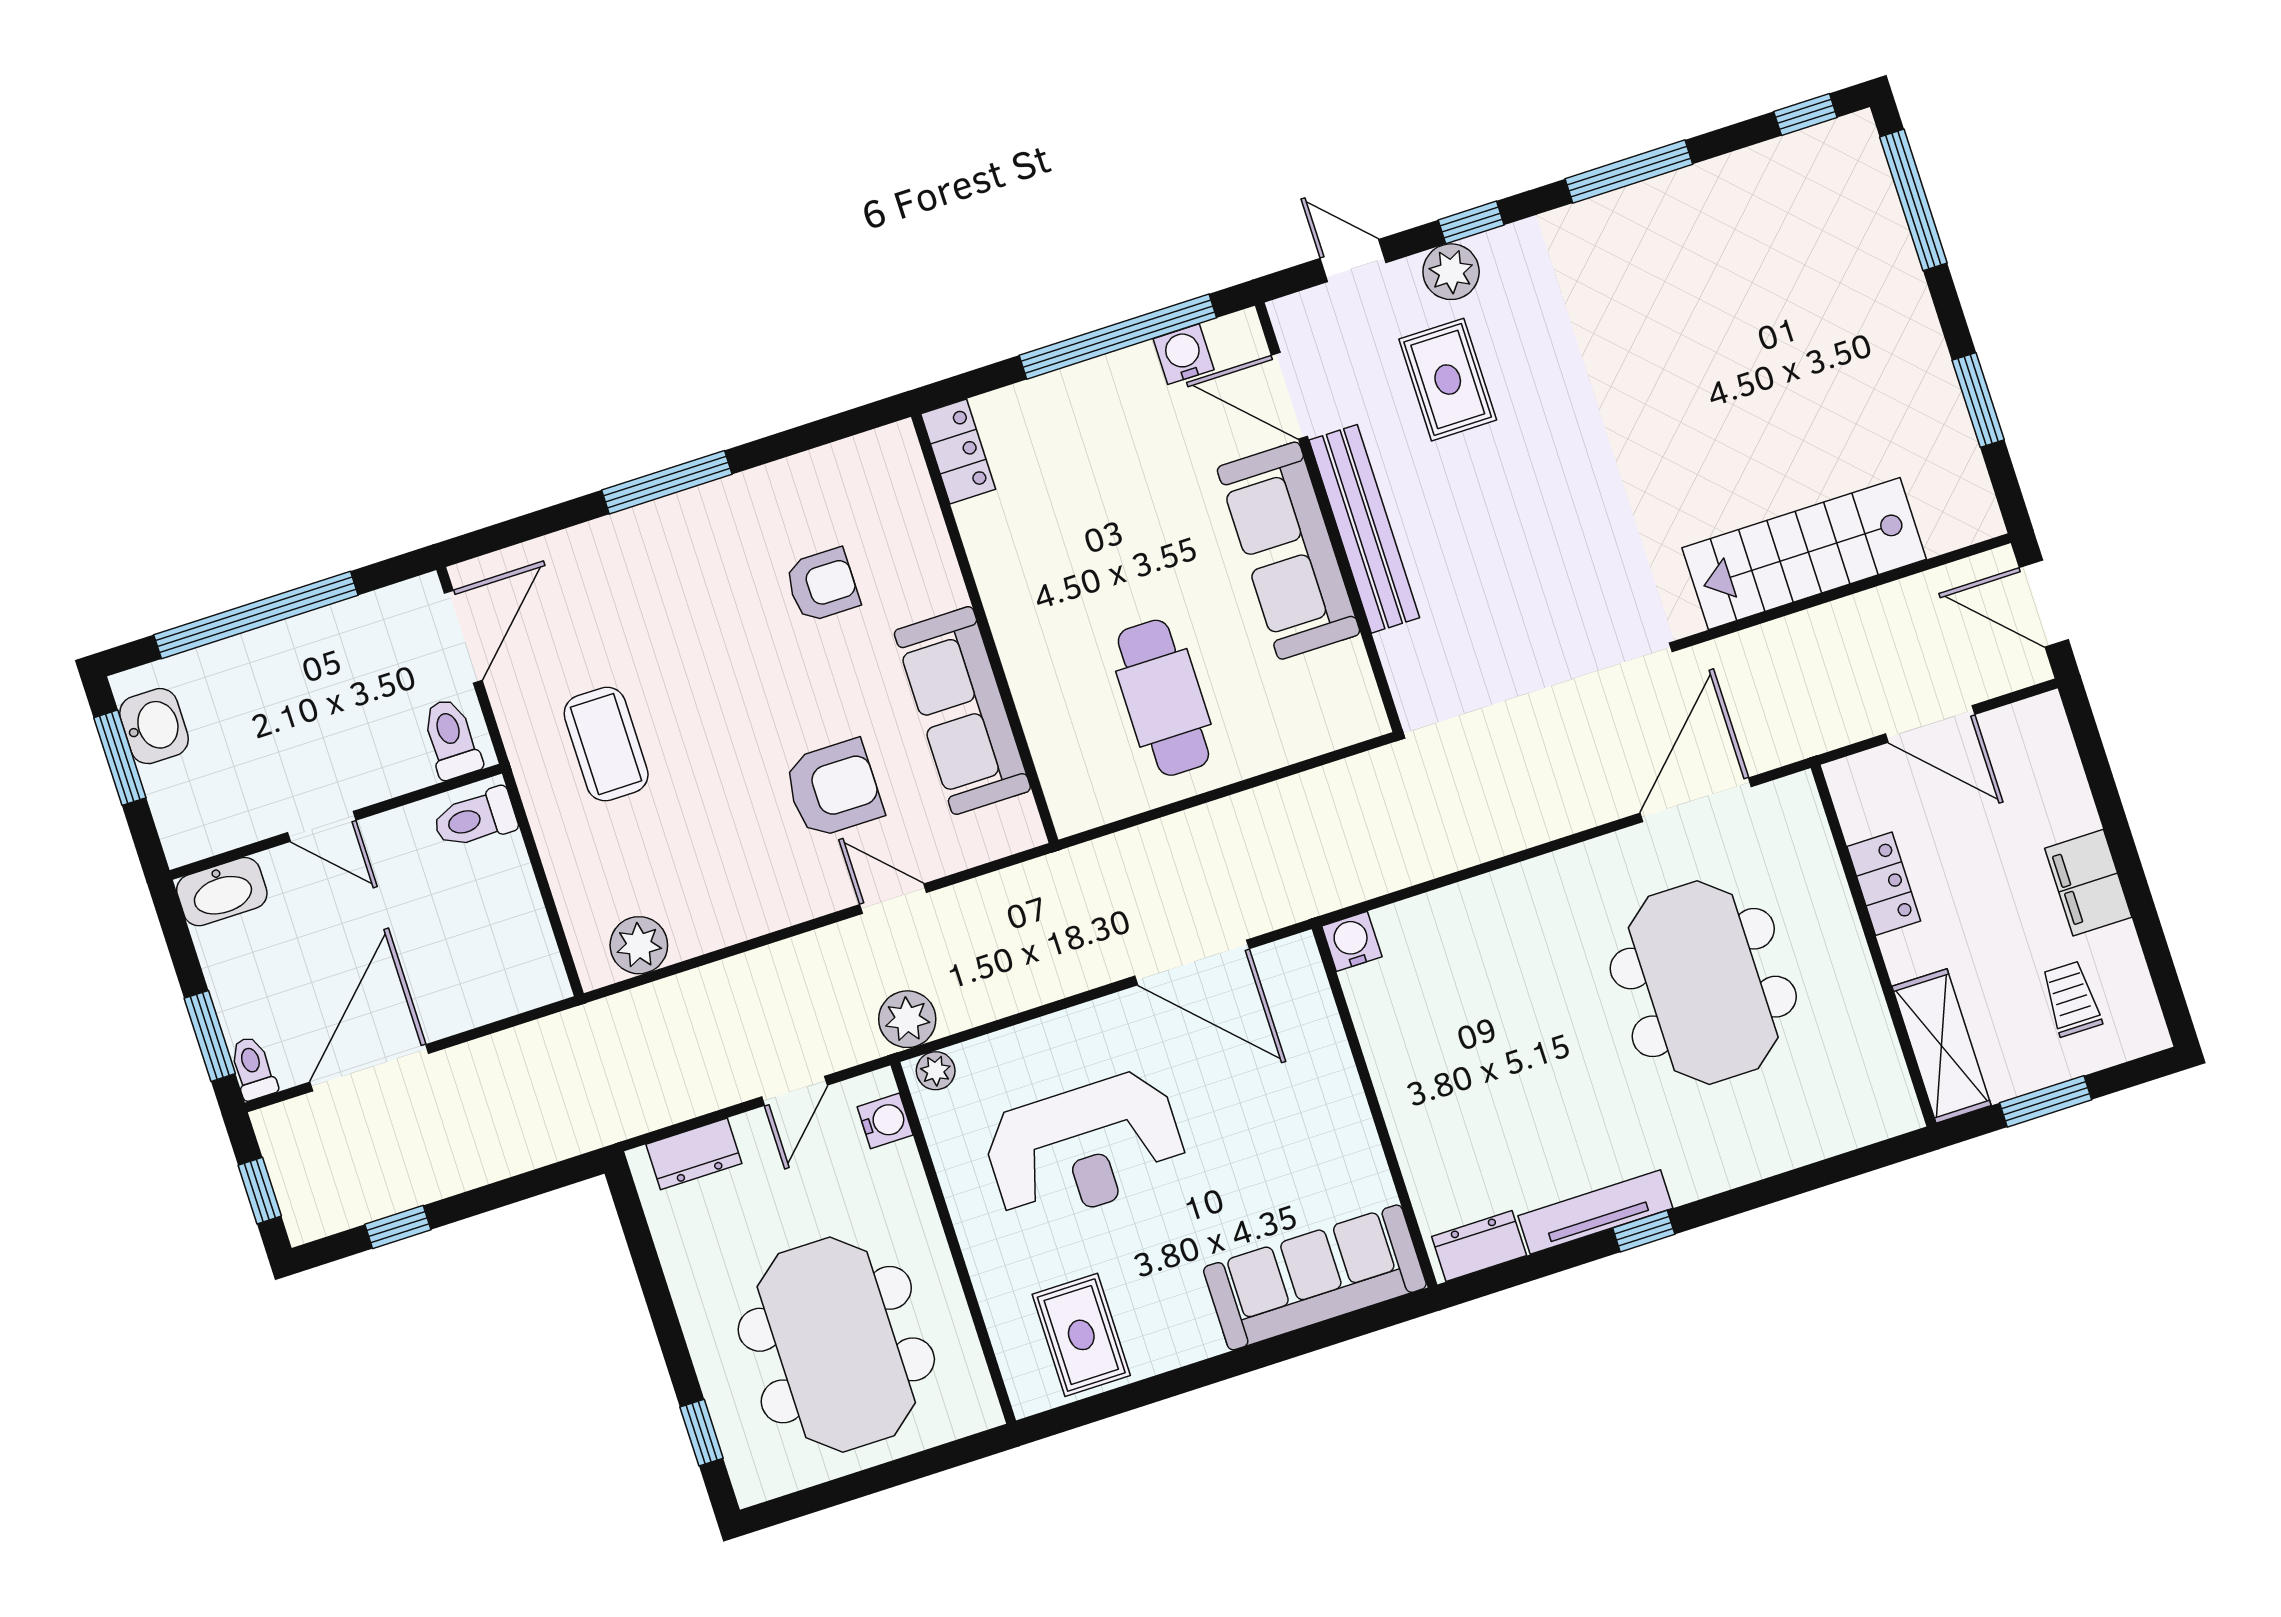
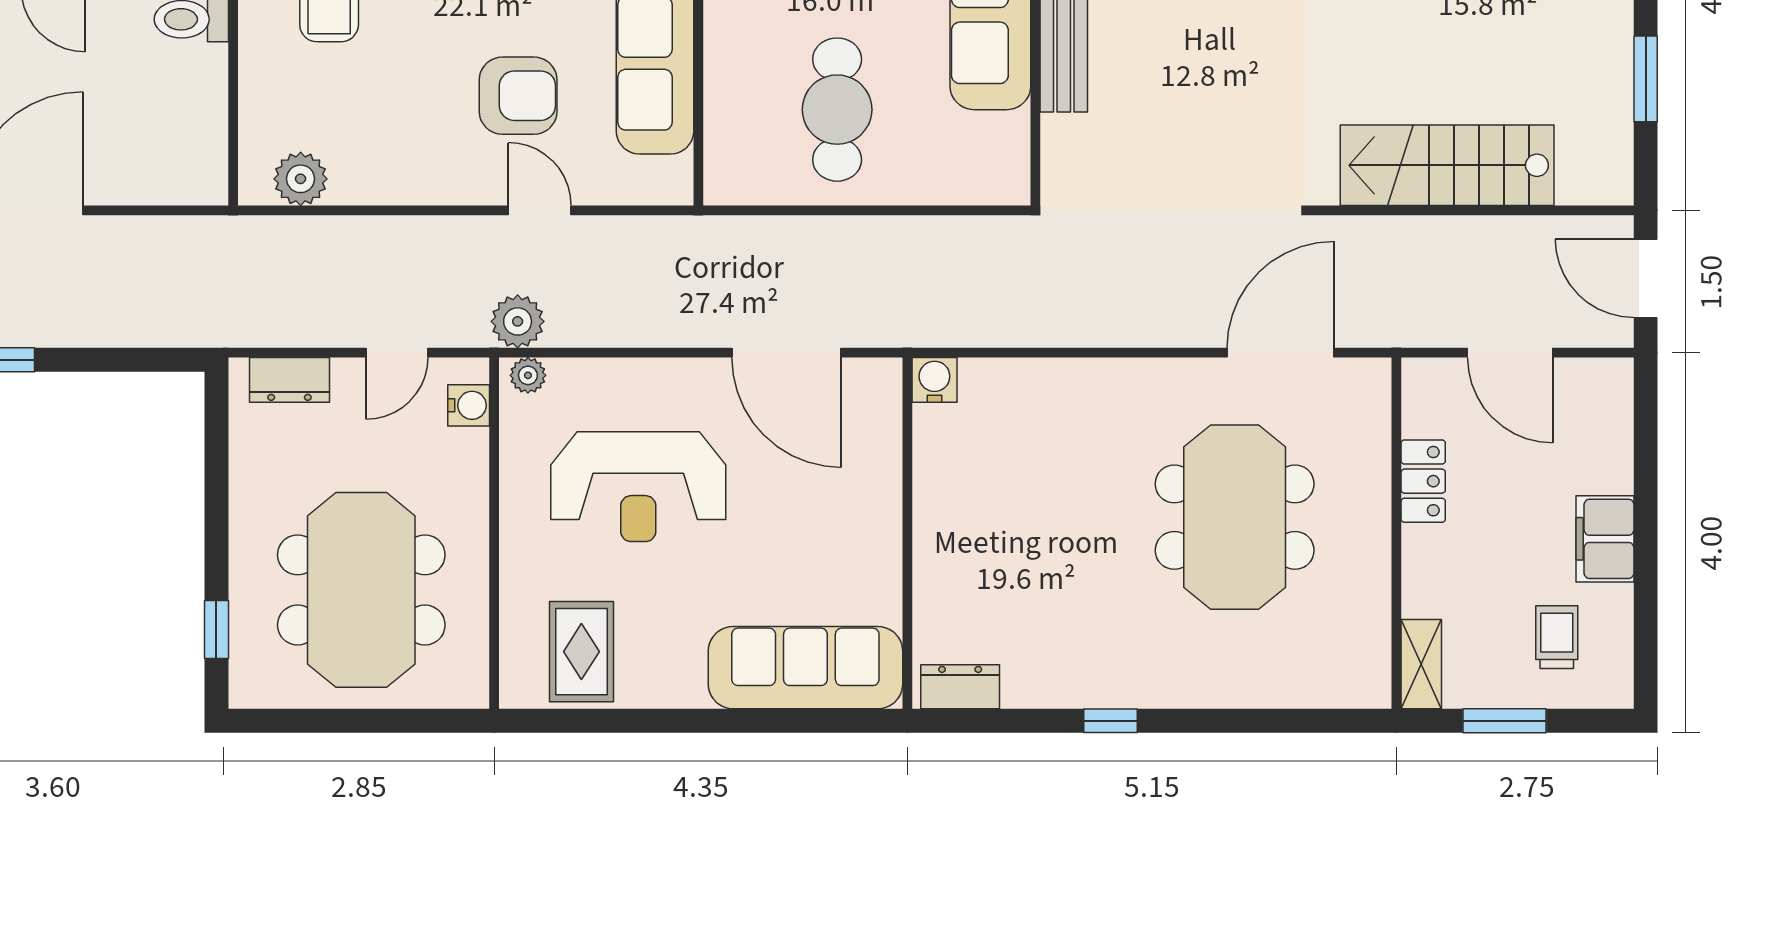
shelving: (1941, 1046) -> (1421, 664), width x0.67, depth x0.75
tv unit: (1595, 1212) -> (1073, 690), removed

